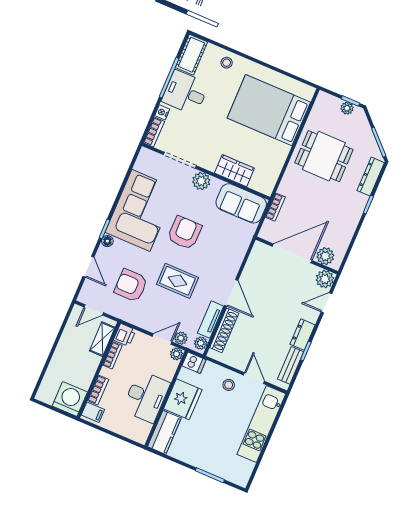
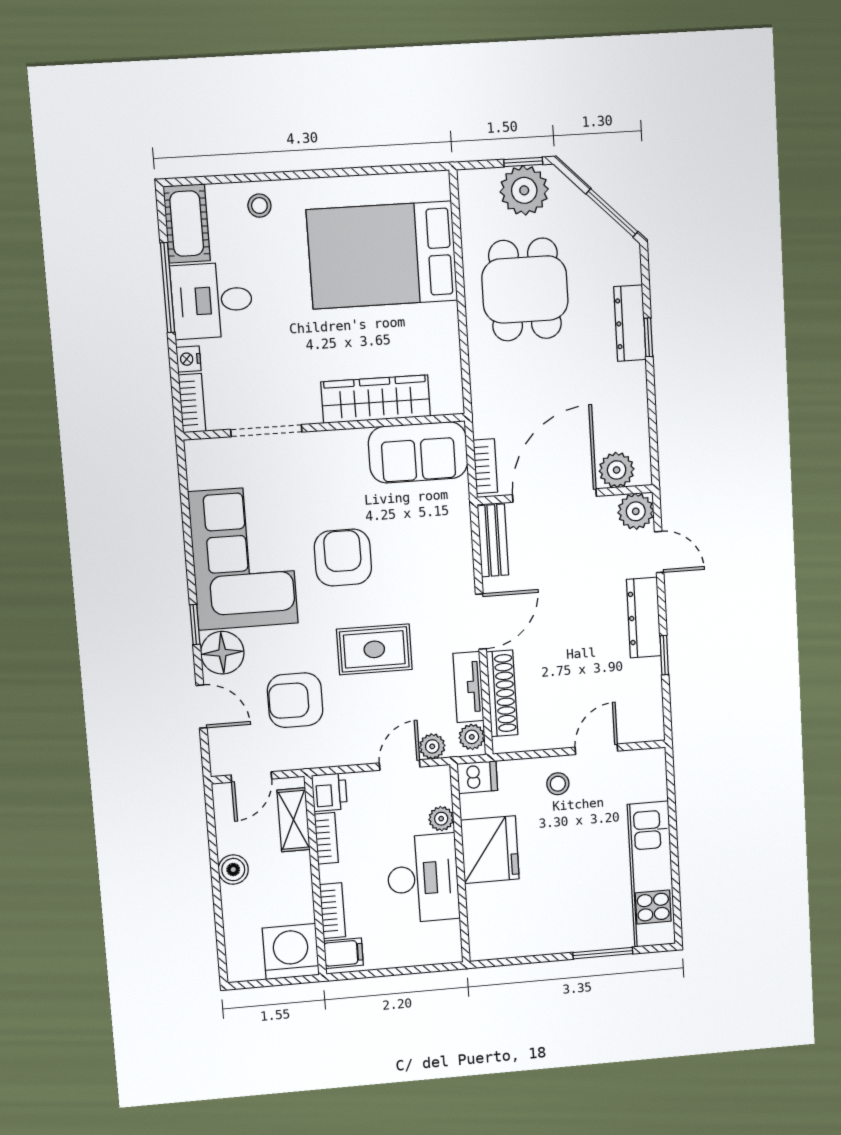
plant: (347, 108) -> (524, 190), width x1.87, depth x1.87
dining table: (324, 156) -> (525, 290), turned 90
wardrobe: (234, 171) -> (376, 399), width x1.50
dresser: (371, 177) -> (630, 323), moved
plant: (201, 181) -> (325, 449), removed
bookcase: (275, 207) -> (485, 466), moved
floor lamp: (107, 241) -> (222, 653), width x1.89, depth x1.89
door: (231, 293) -> (481, 621), hinge flipped
door: (326, 303) -> (659, 552), swing flipped
dresser: (303, 335) -> (644, 618), width x1.44
boiler: (64, 348) -> (233, 870), added
plant: (176, 354) -> (441, 819), moved
bench: (291, 365) -> (493, 540), moved
door: (254, 378) -> (596, 749), hinge flipped
kitchen unit: (261, 424) -> (651, 874), moved
kitchen counter: (164, 432) -> (487, 922), removed

